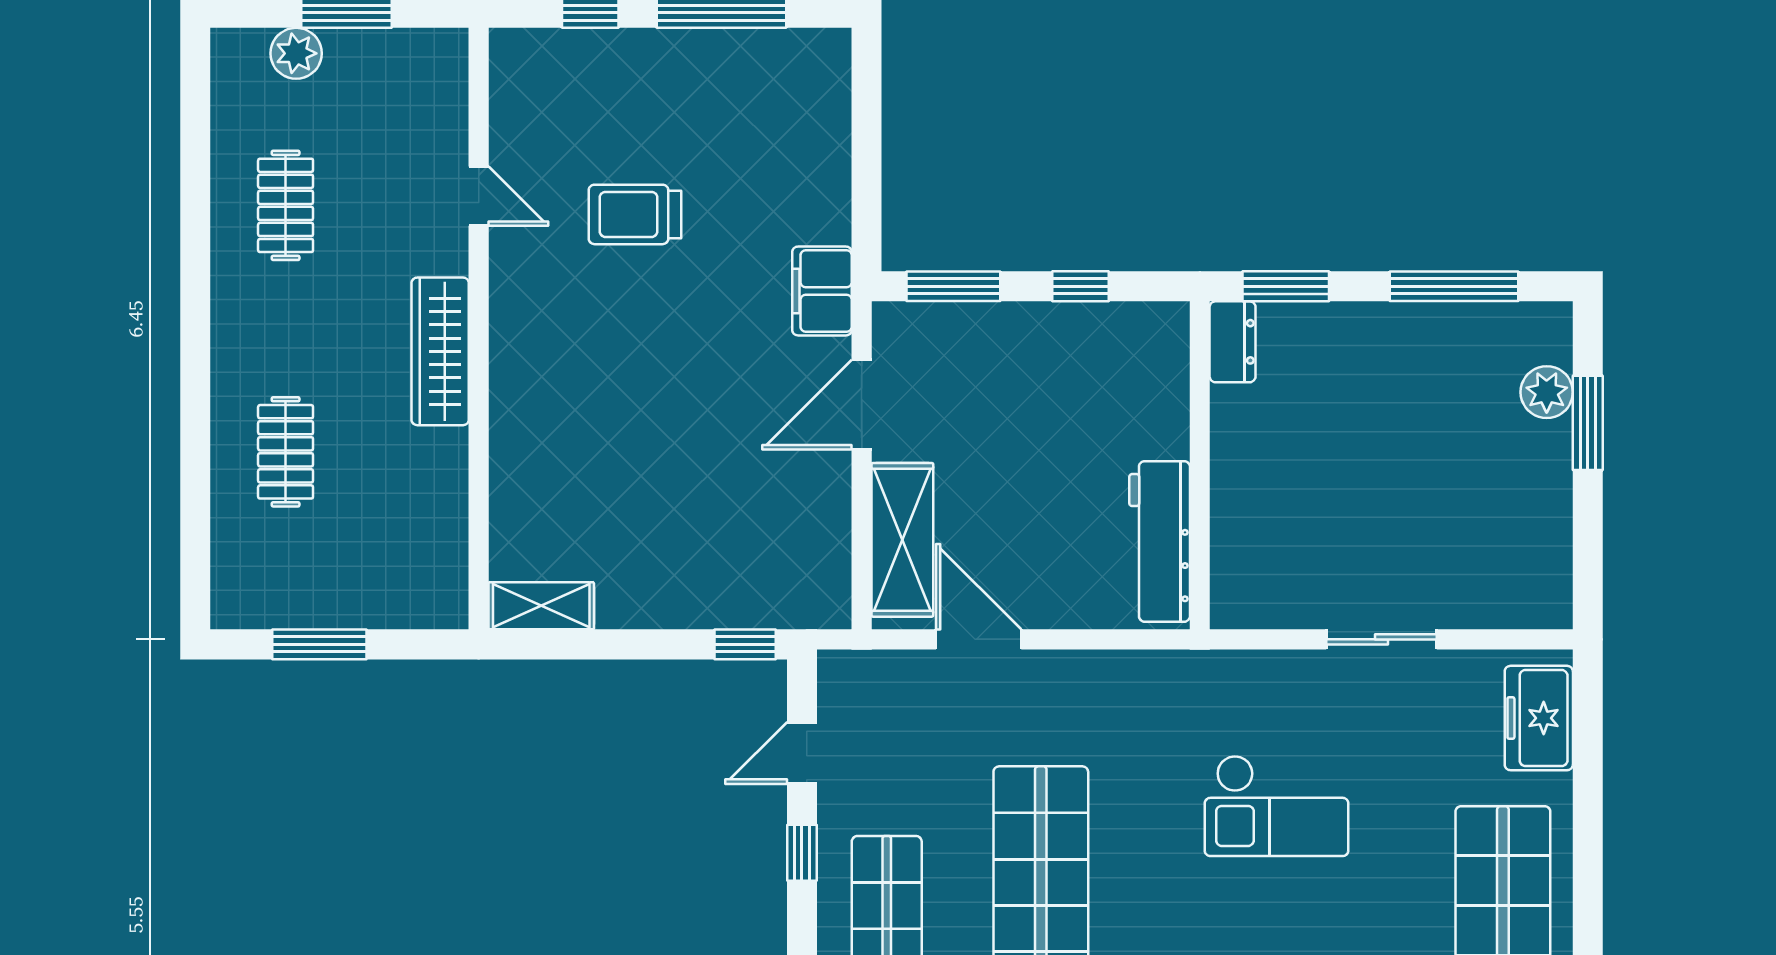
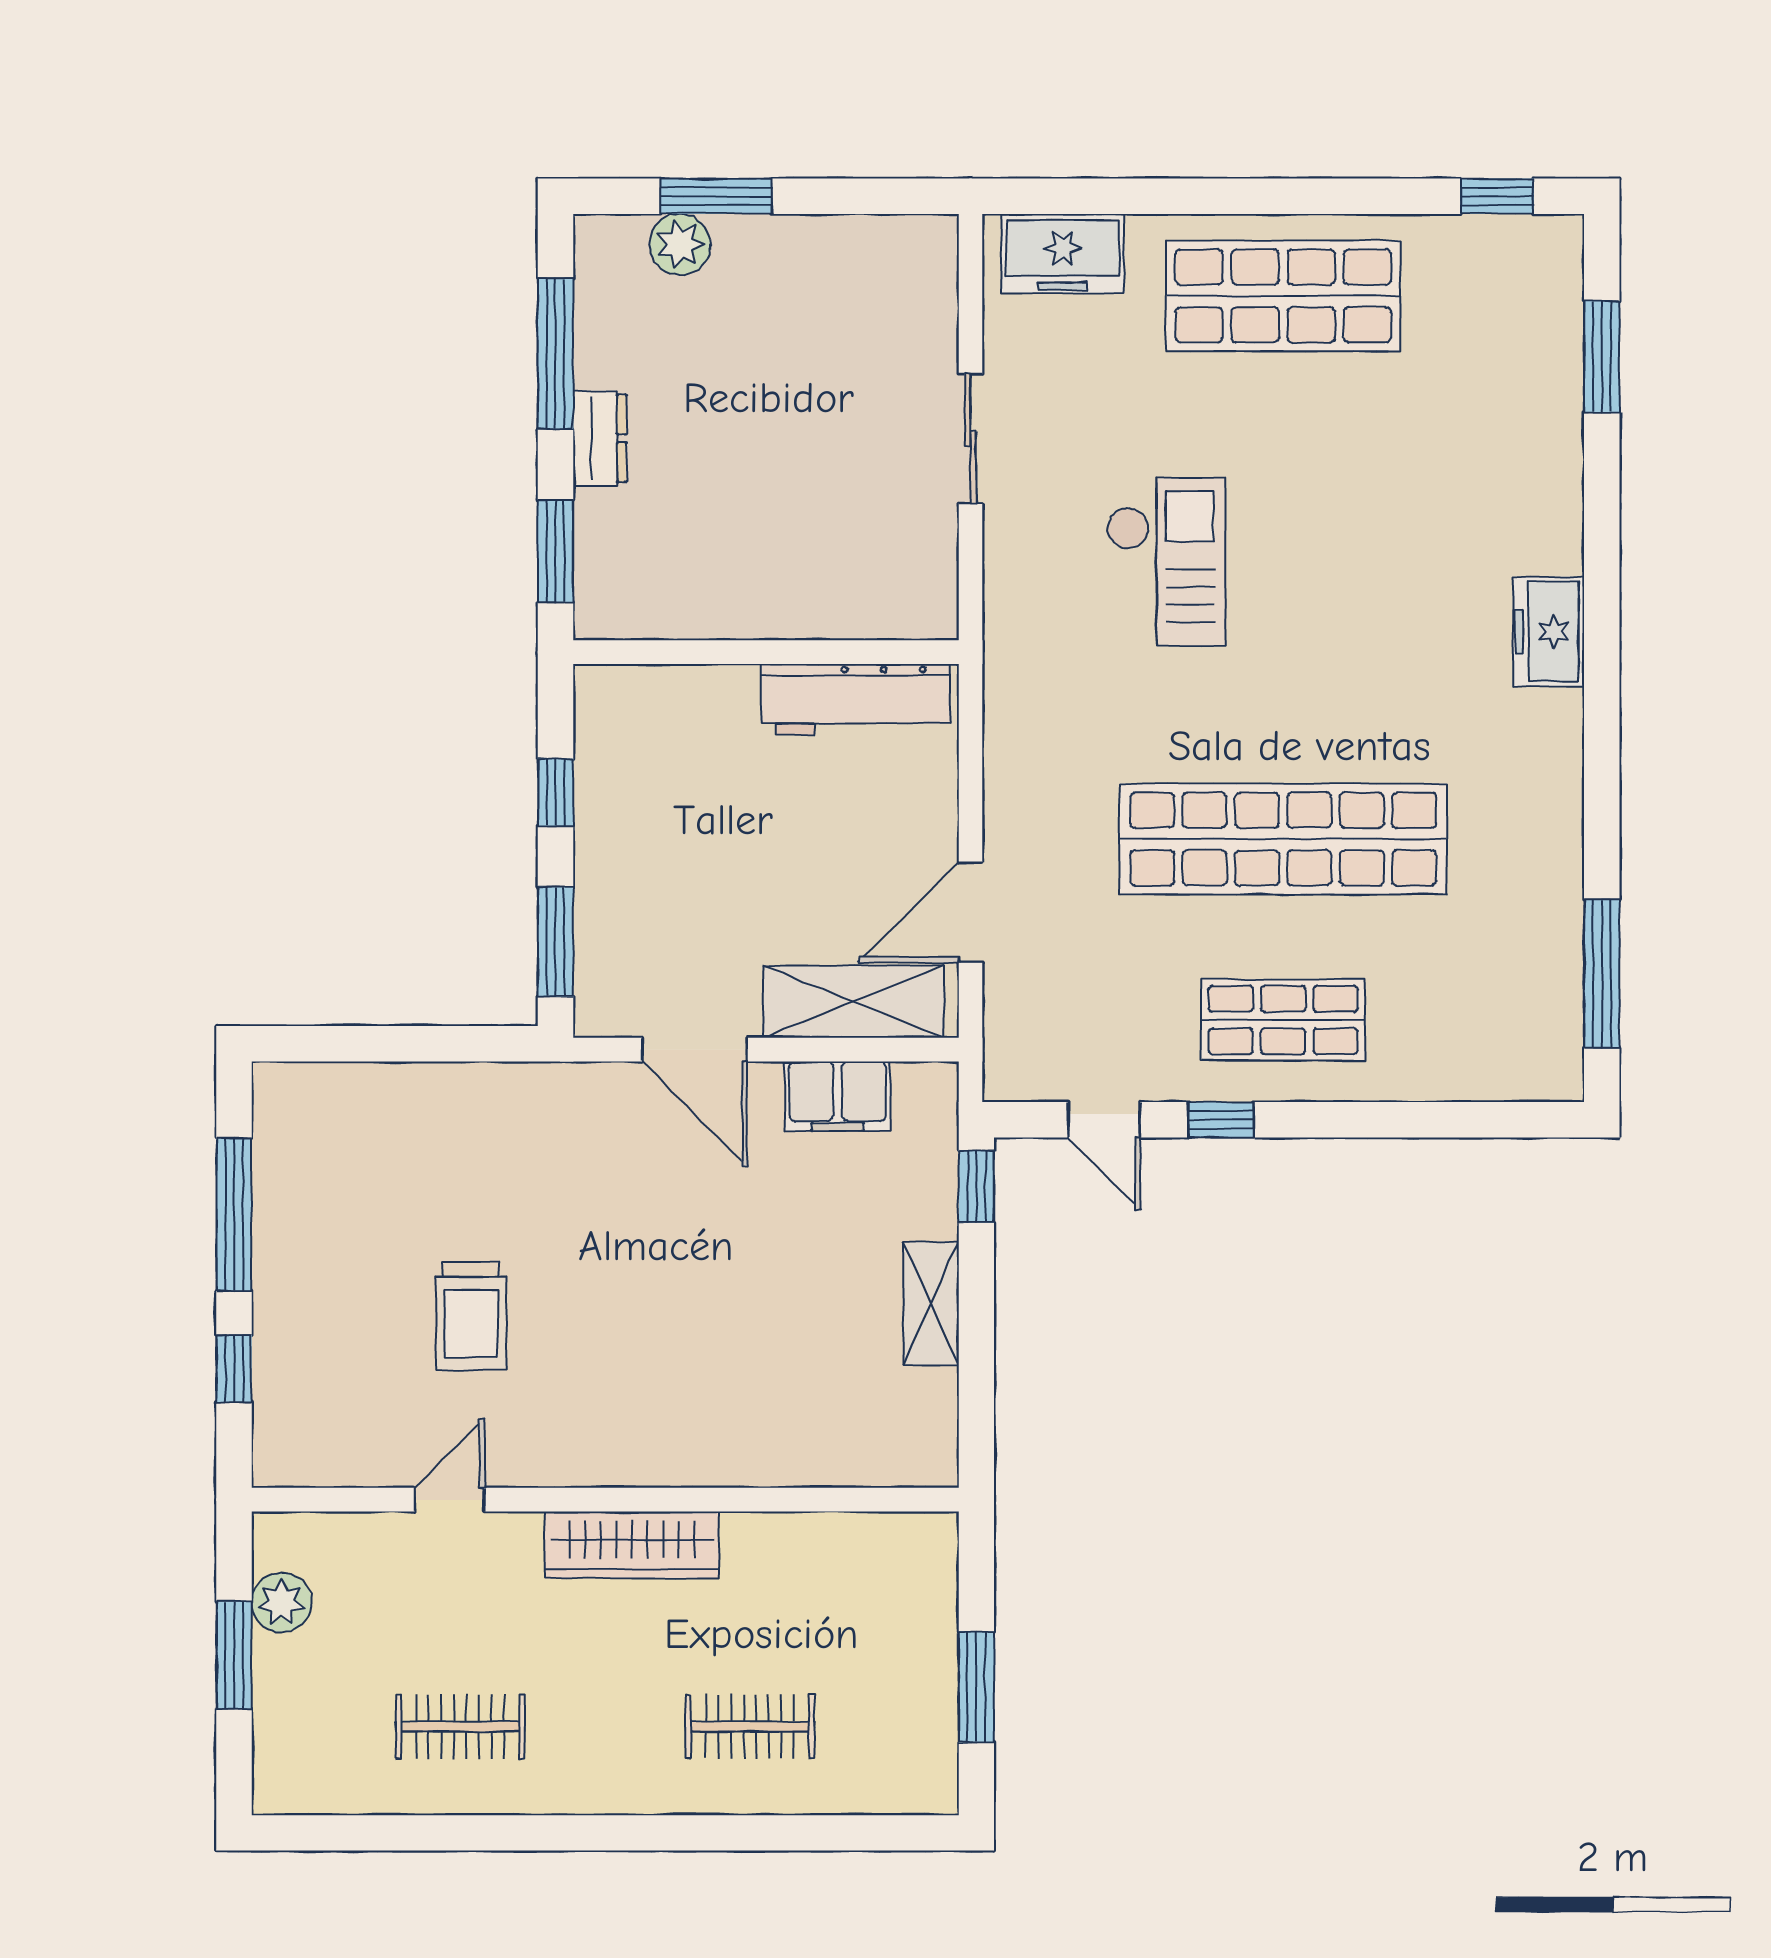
plant: (296, 53) -> (282, 1603), moved
filing cabinet: (822, 291) -> (837, 1096), moved
dresser: (1233, 342) -> (600, 438), moved, turned 90
shelving: (541, 606) -> (931, 1303), moved

